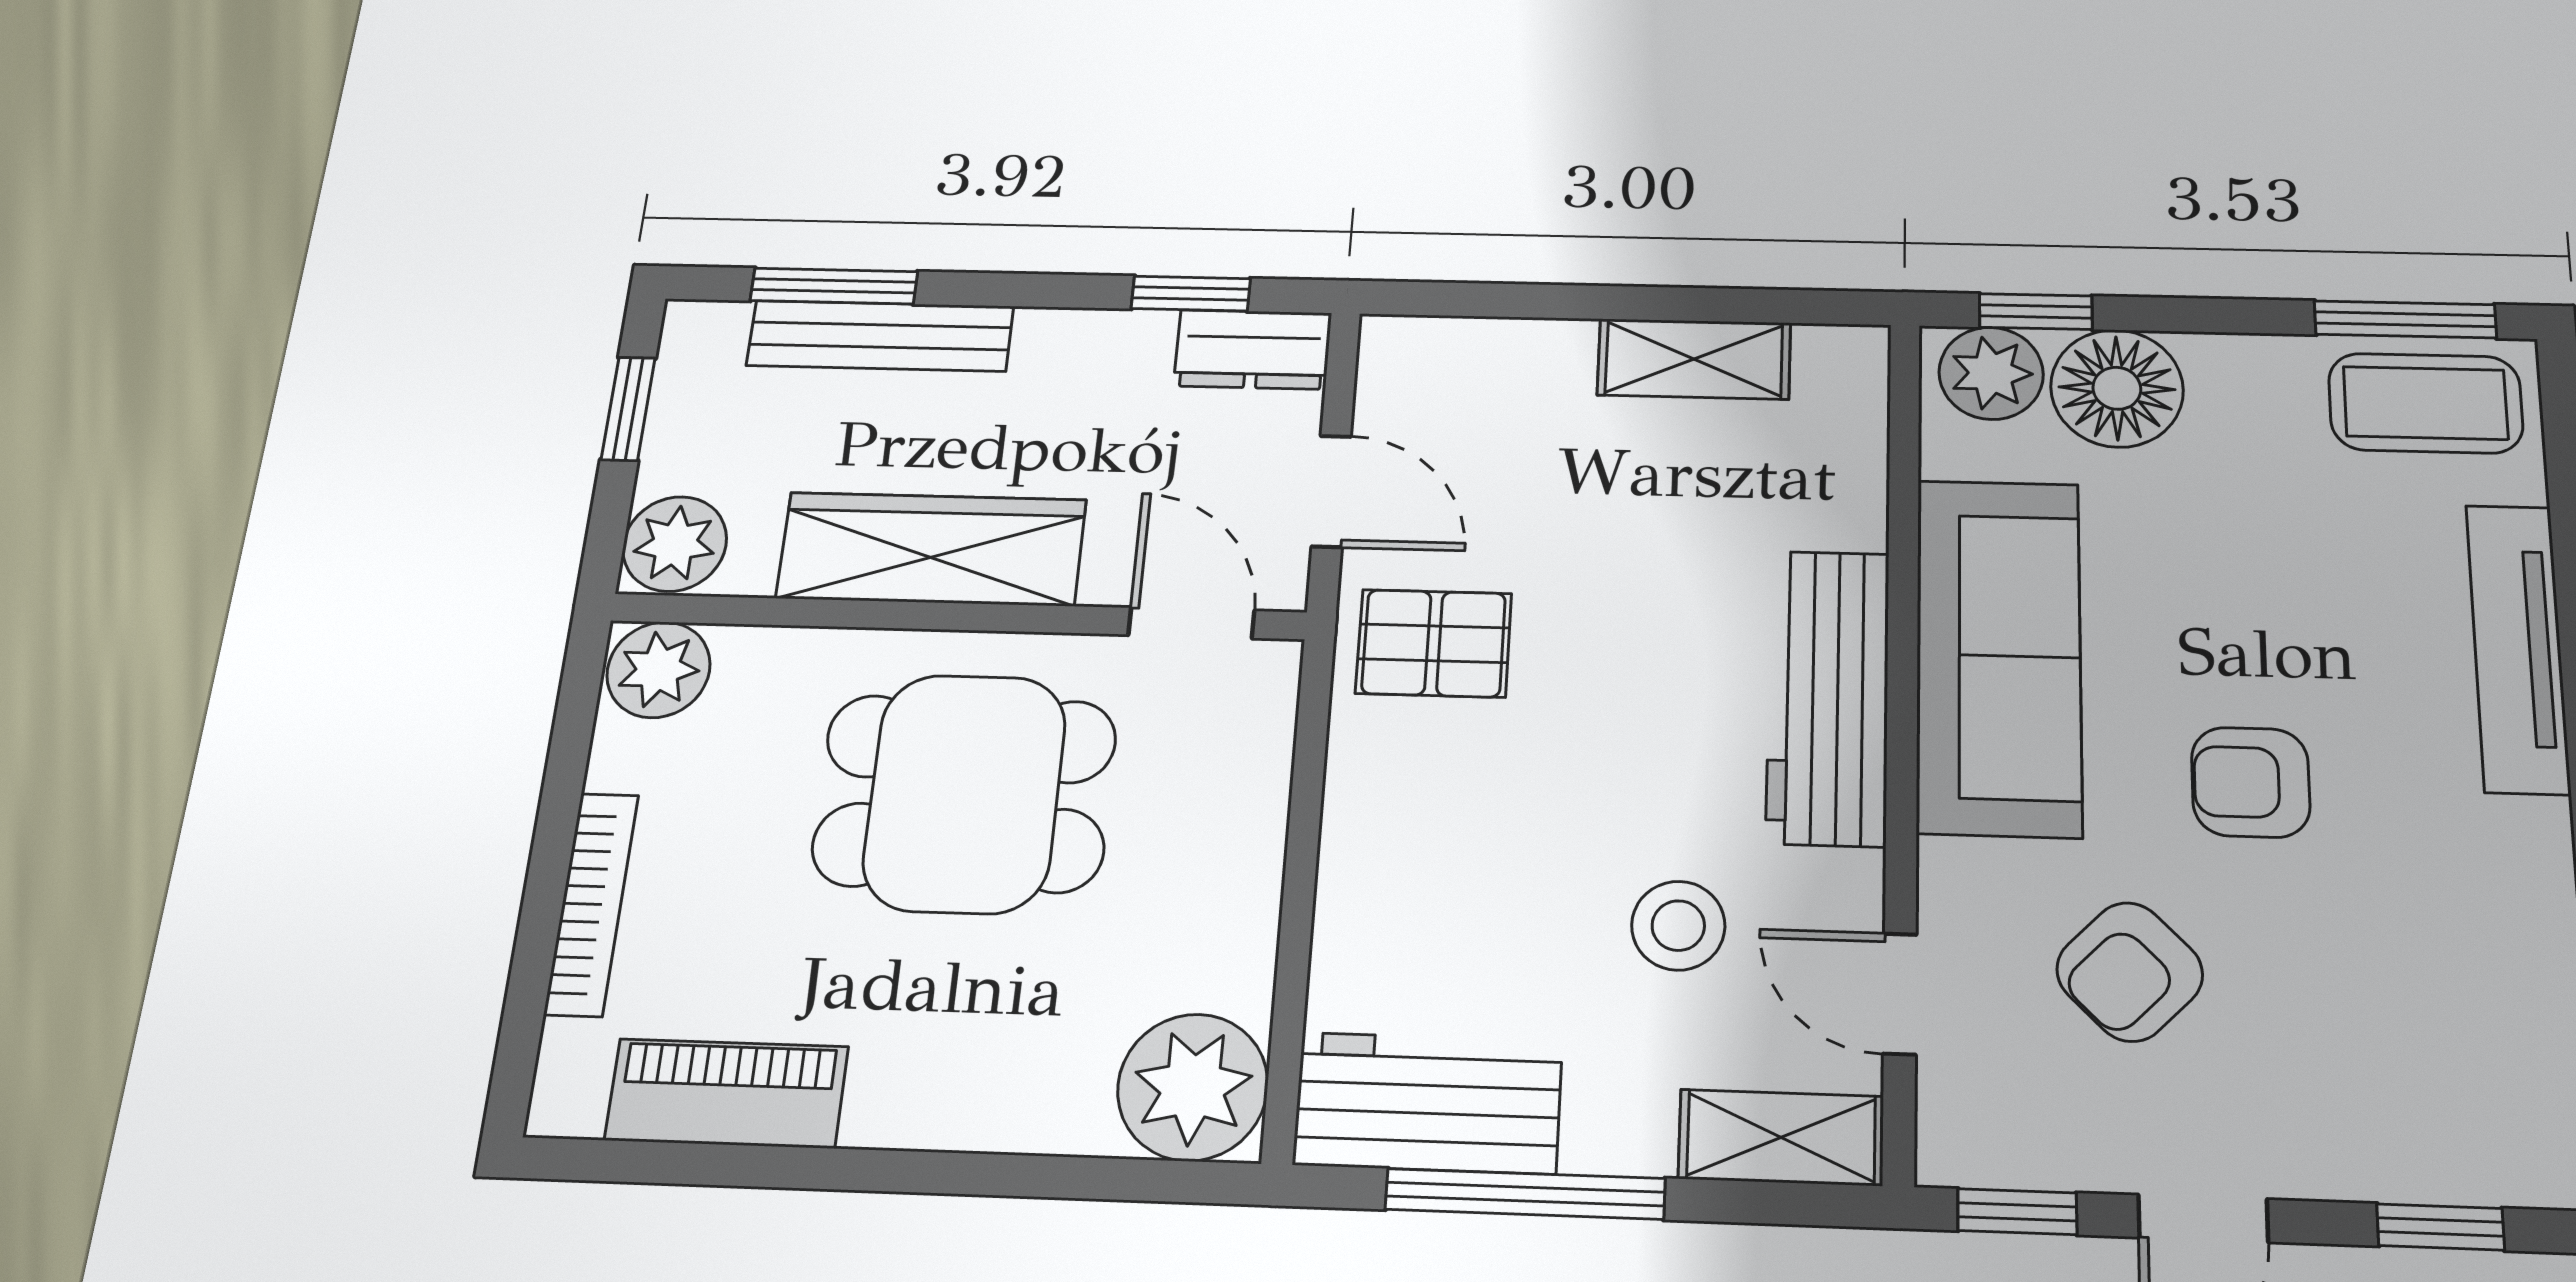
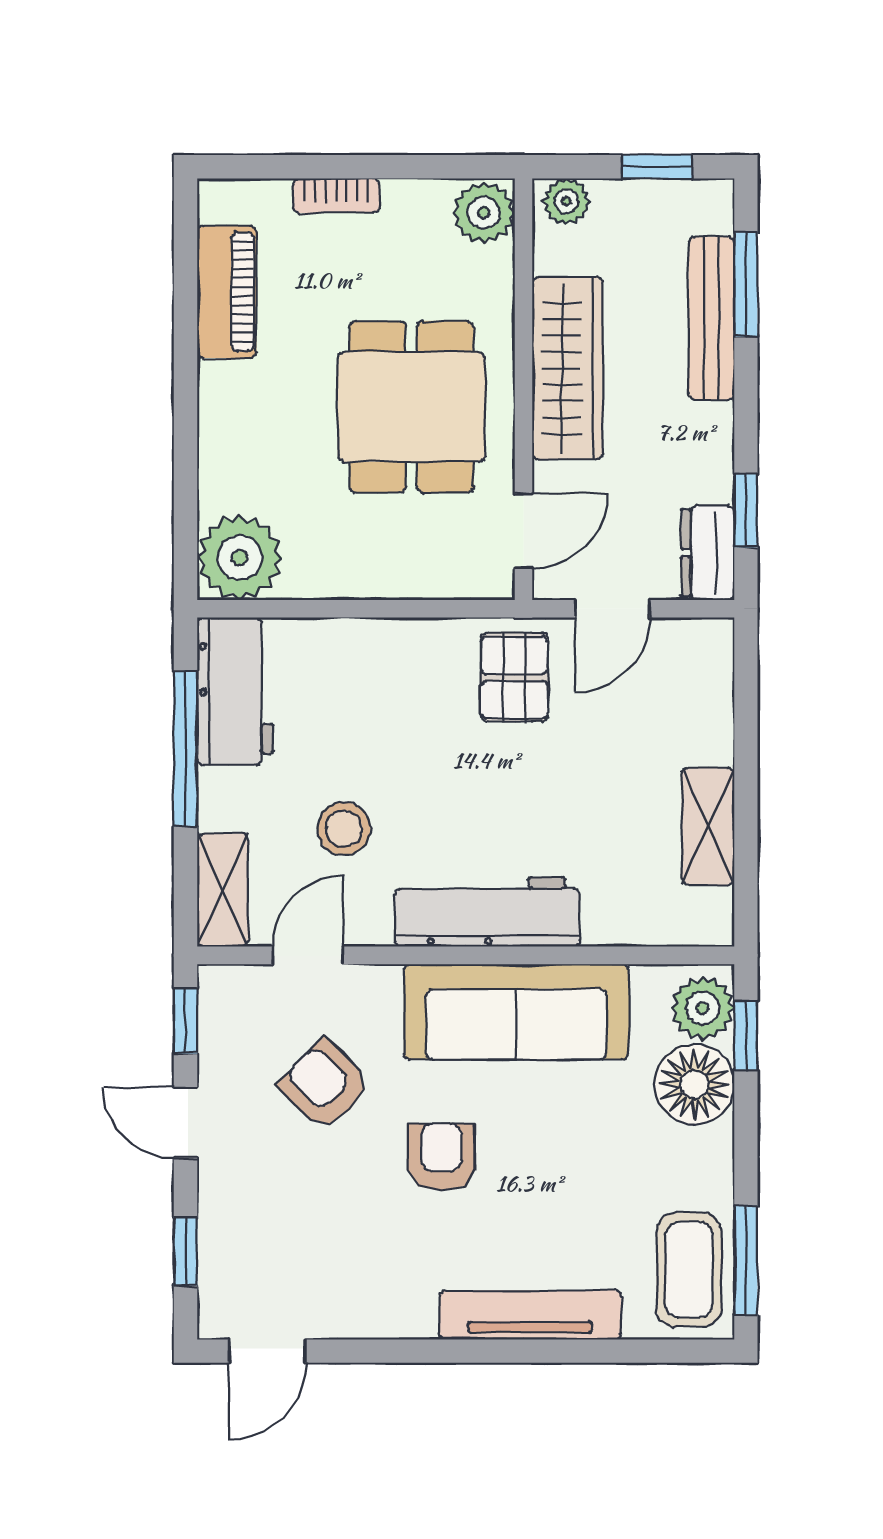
plant: (675, 544) -> (566, 201), width x0.73, depth x0.73
bookcase: (591, 904) -> (336, 196), width x0.64

